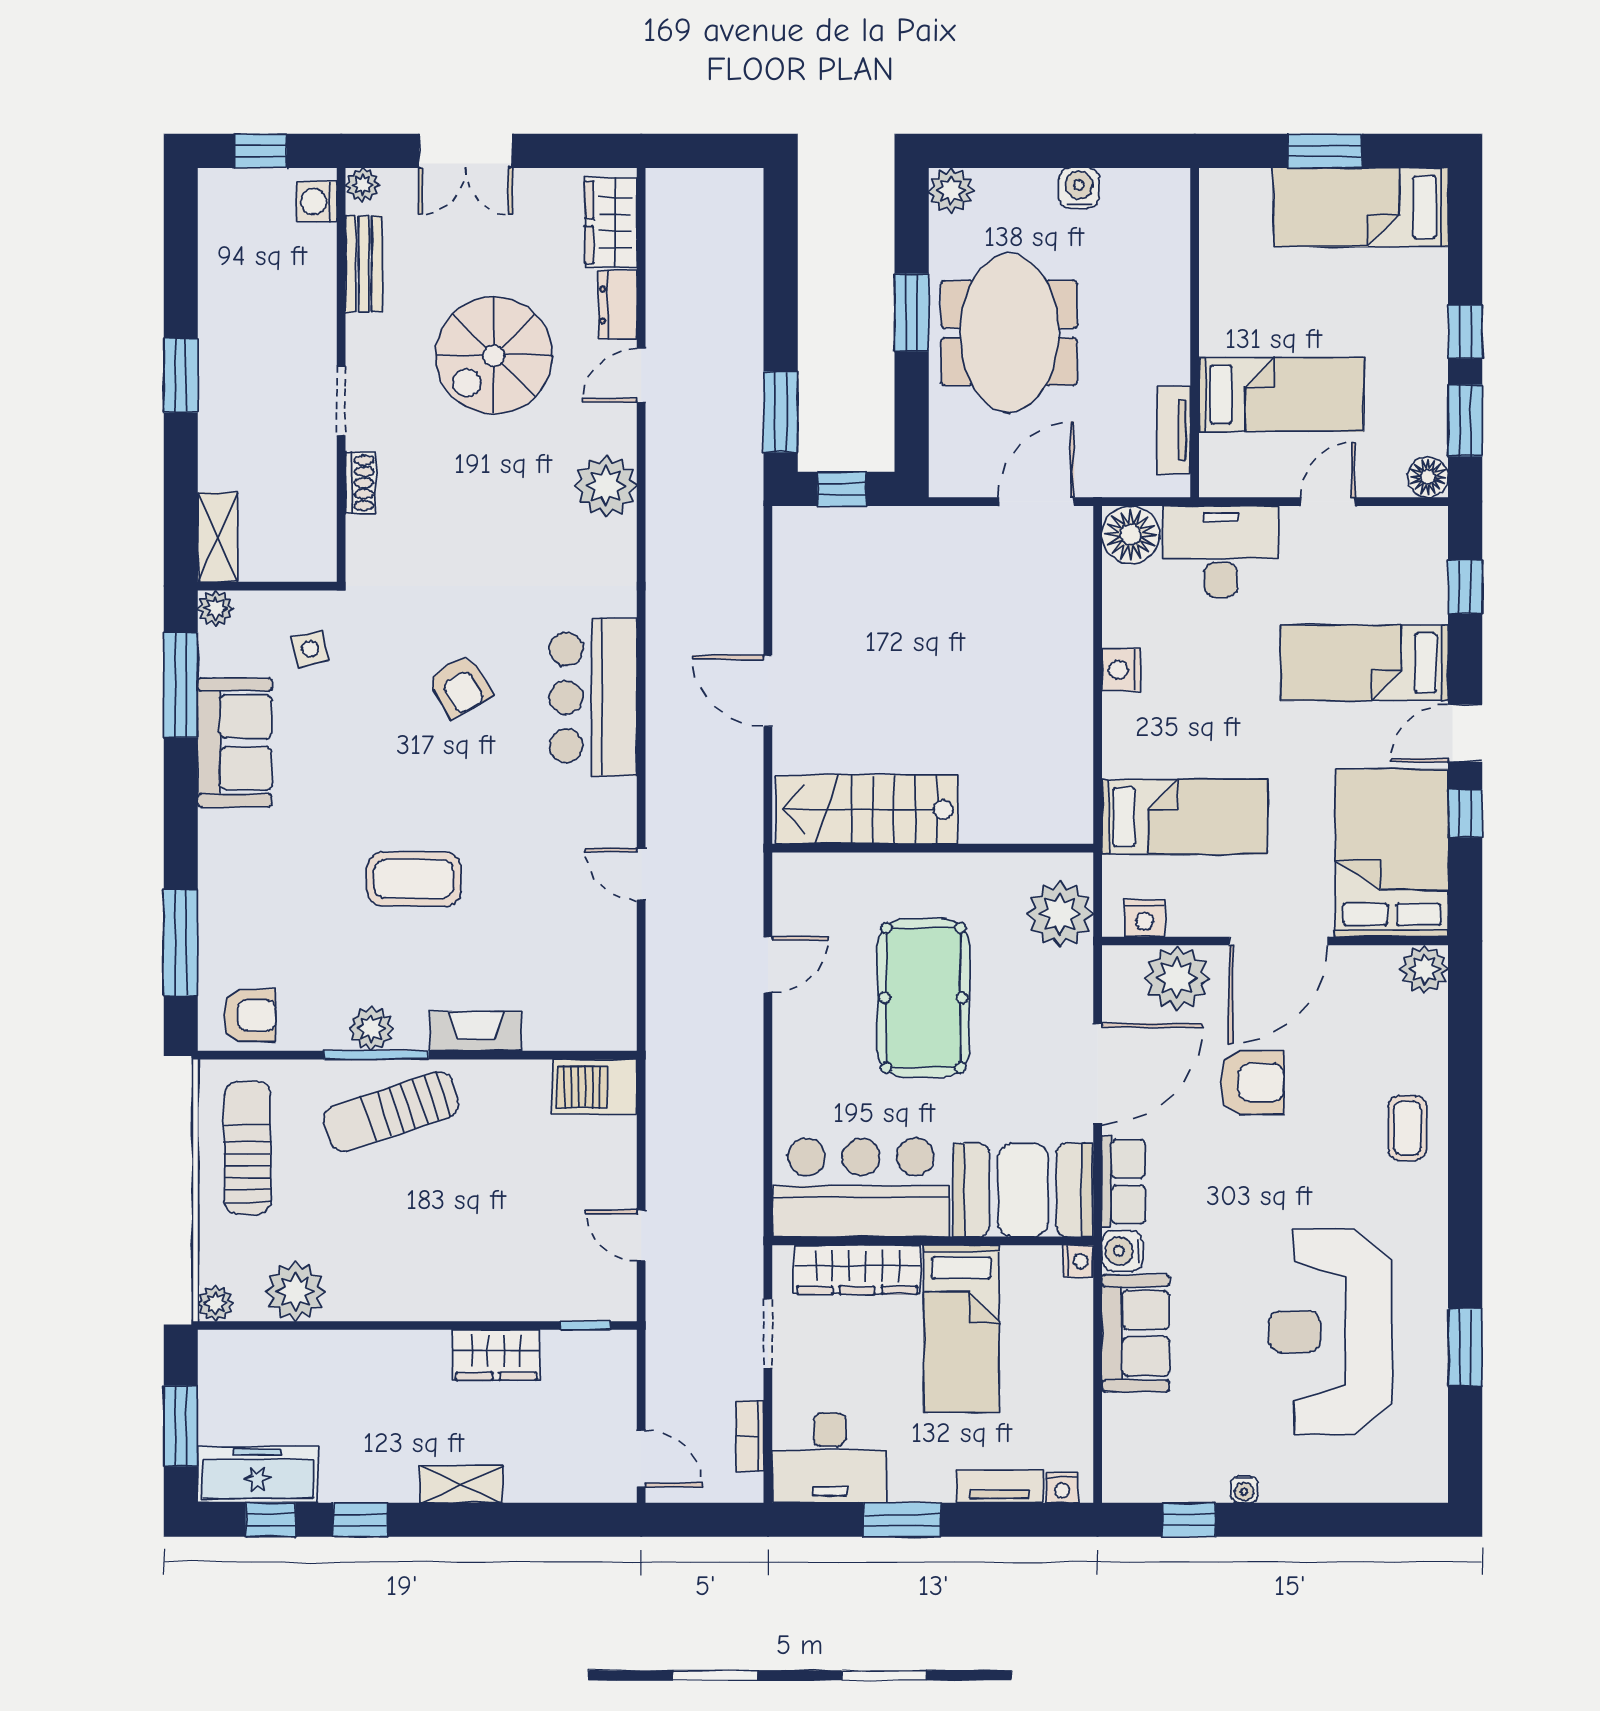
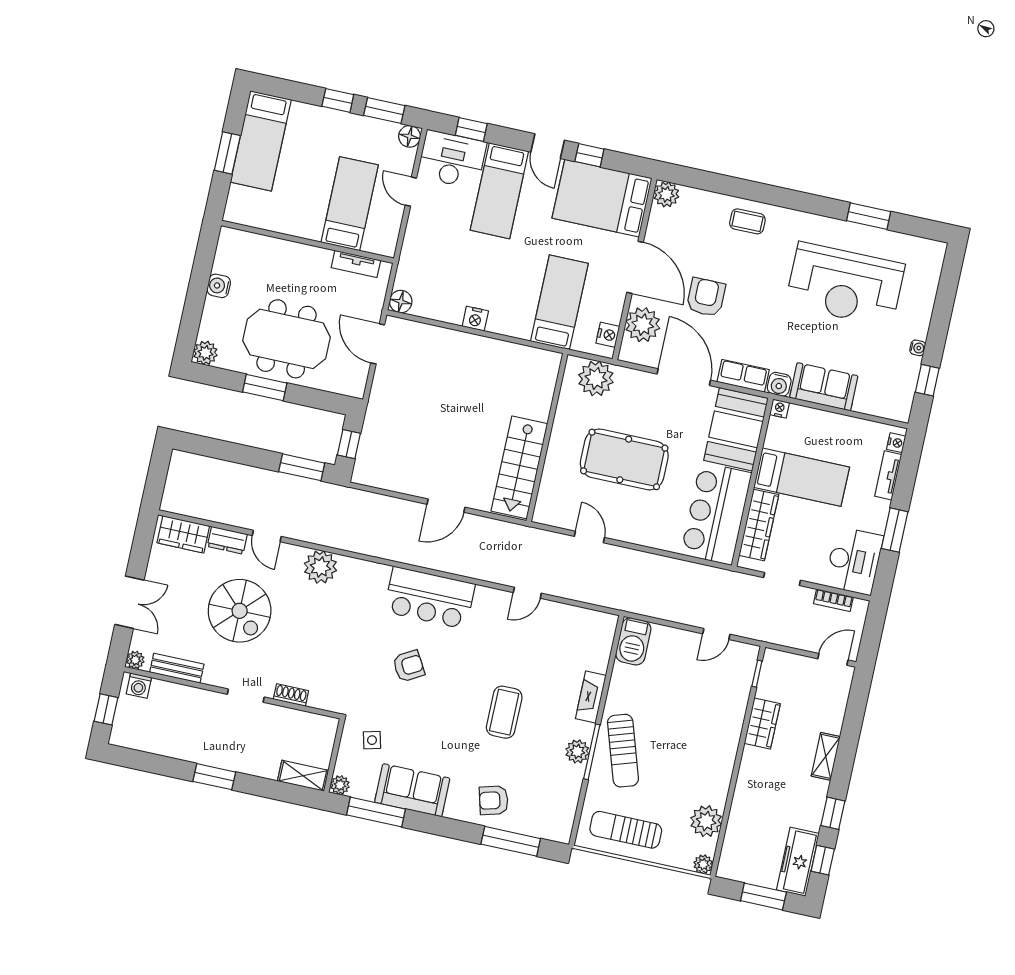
floor lamp: (1131, 535) -> (401, 302), width x0.73, depth x0.73
desk: (1221, 551) -> (452, 159), moved, turned 90
armchair: (249, 1015) -> (494, 800), moved, turned -105

